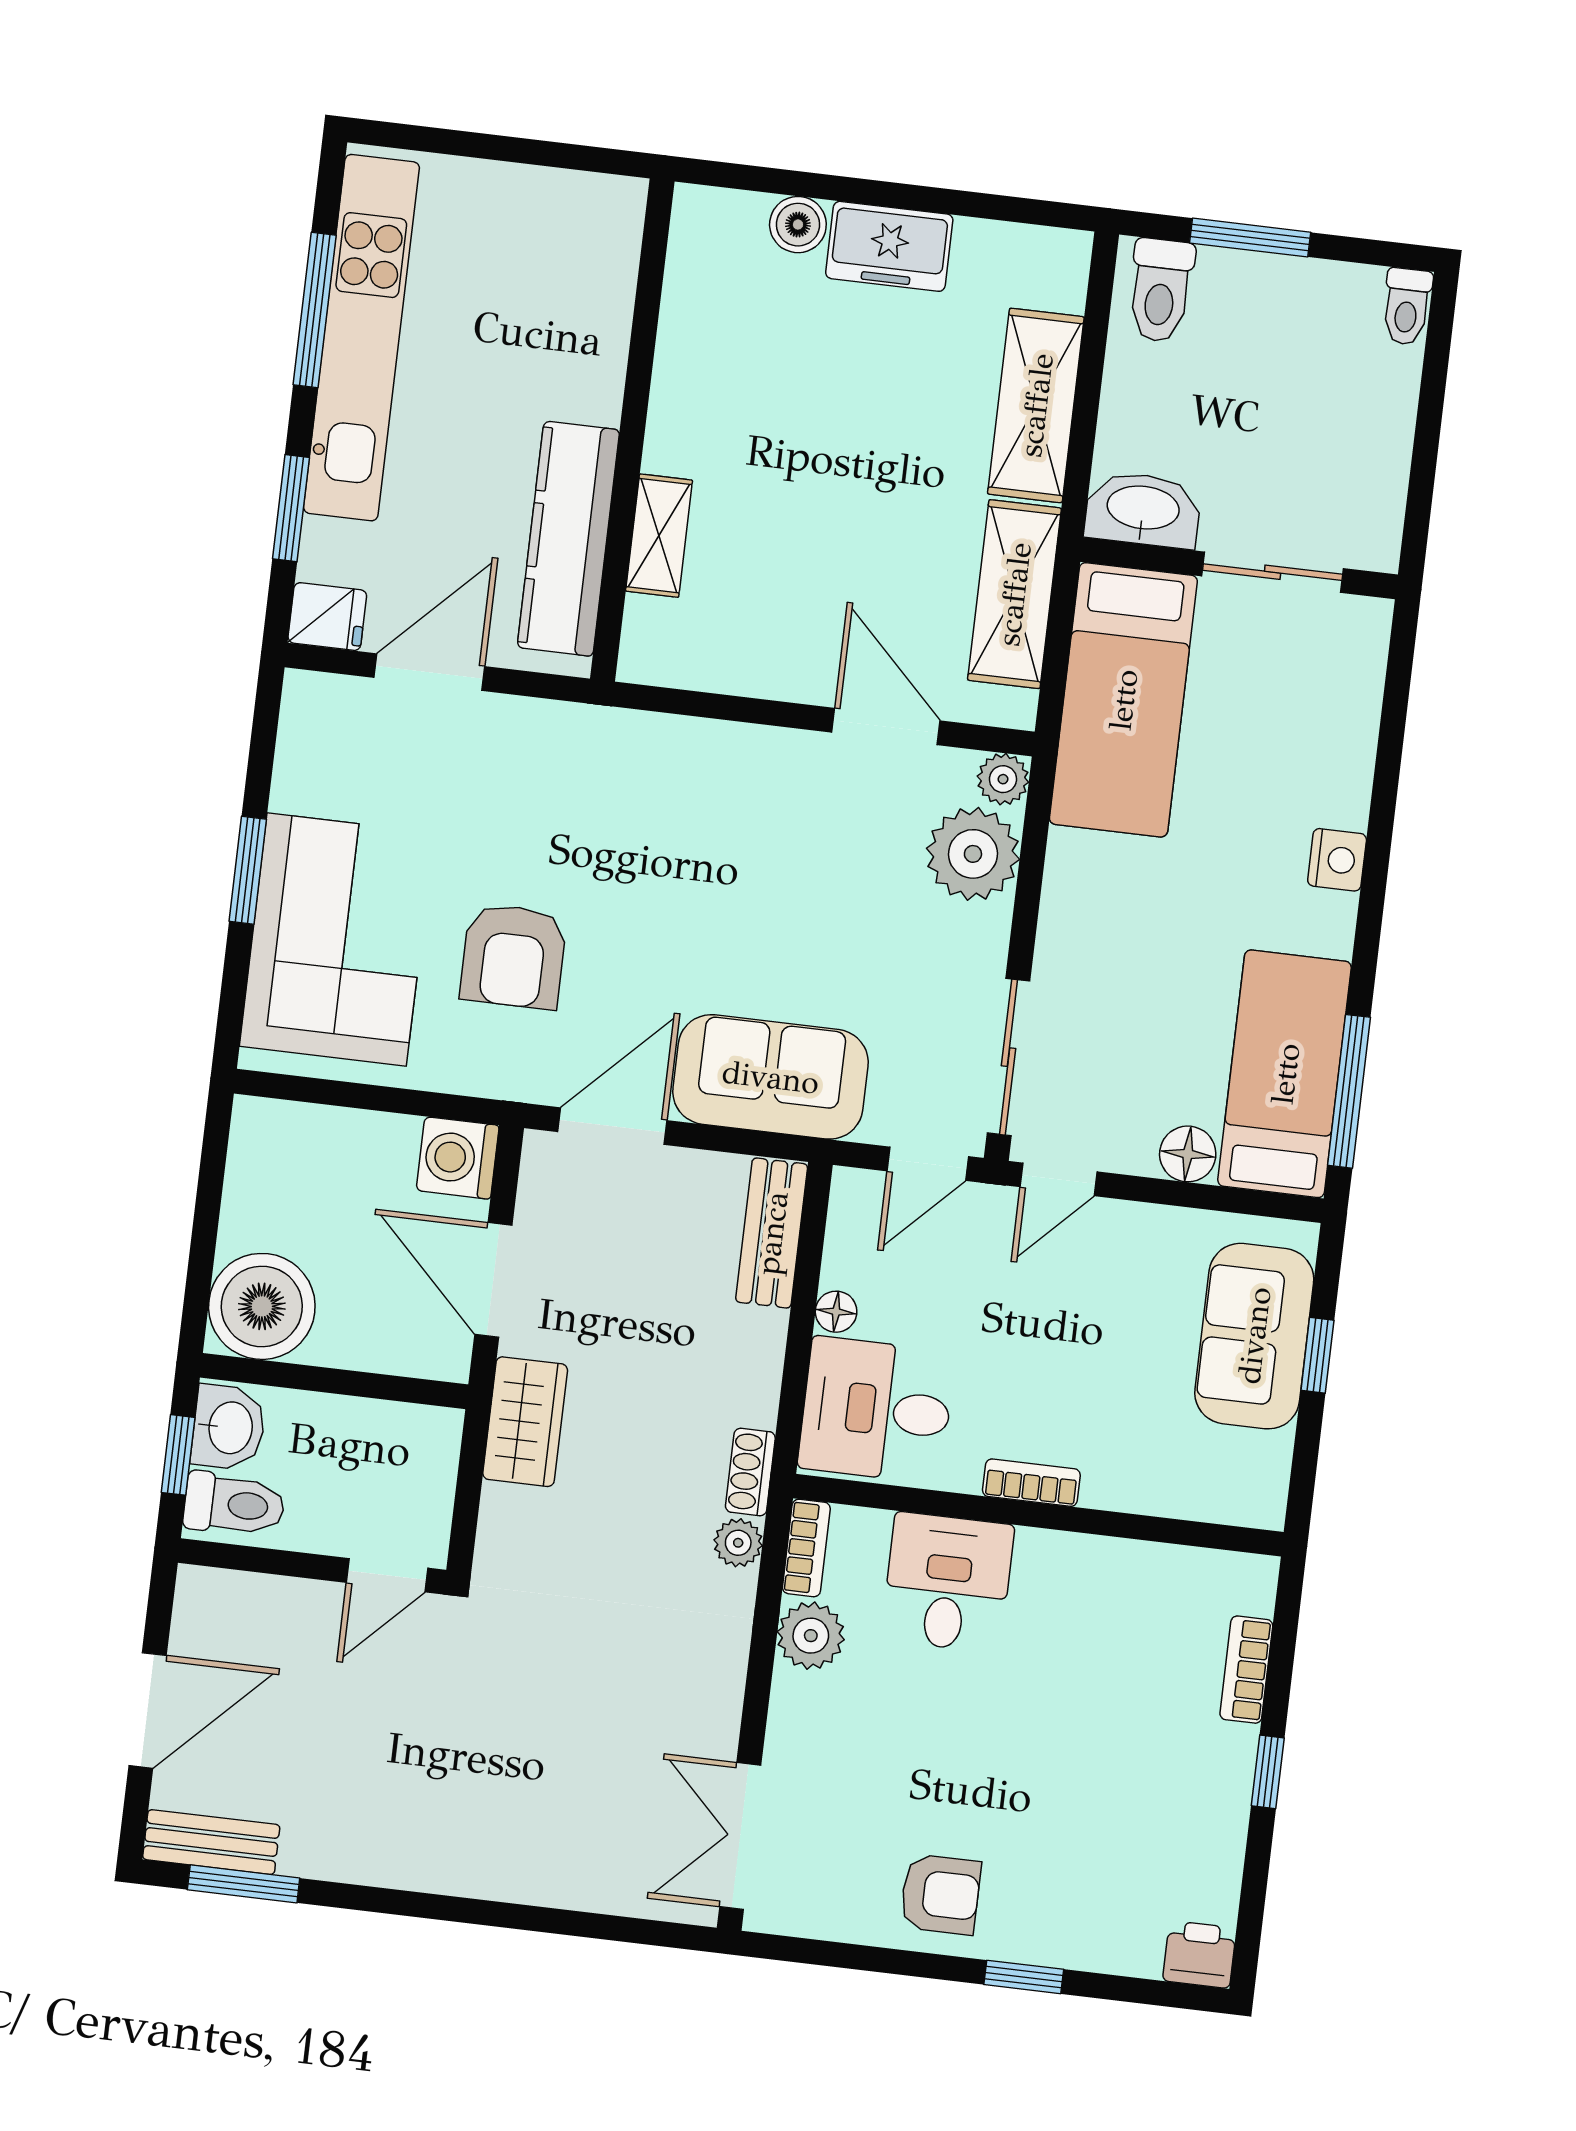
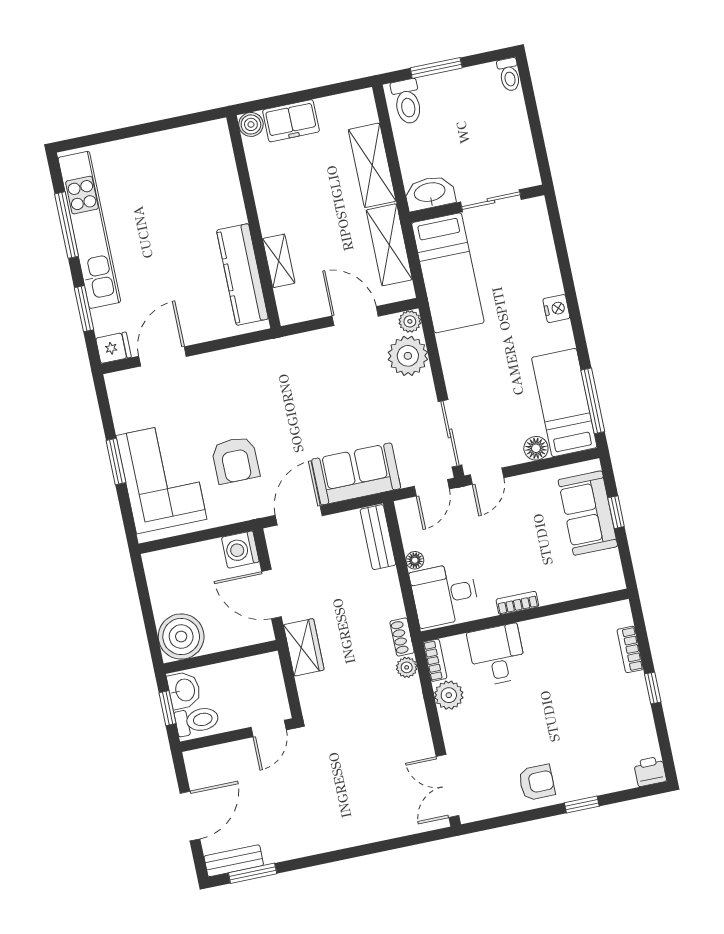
wall: (632, 430) -> (253, 222), moved
shelving: (659, 536) -> (279, 261), moved
kitchen counter: (568, 539) -> (242, 275), moved

